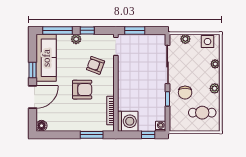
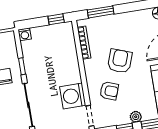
armchair: (82, 90) -> (120, 61), turned 110
washing machine: (128, 121) -> (73, 96), moved
window: (148, 135) -> (56, 19), moved

